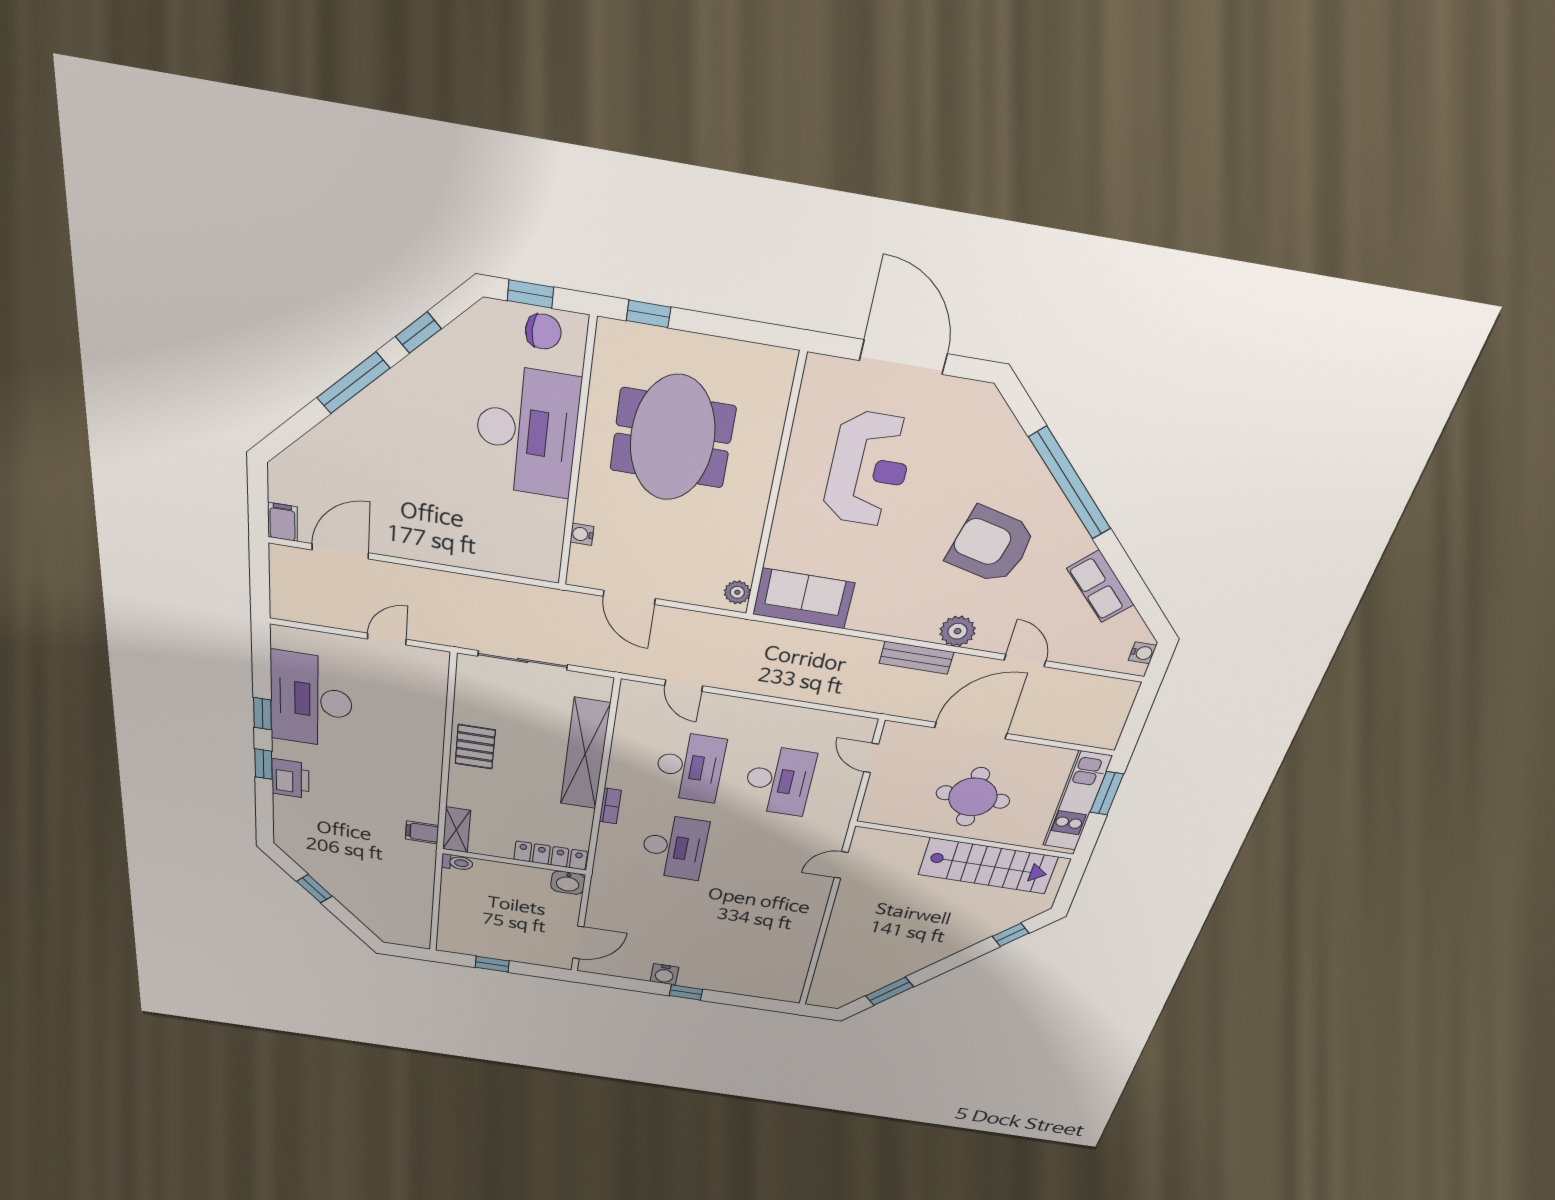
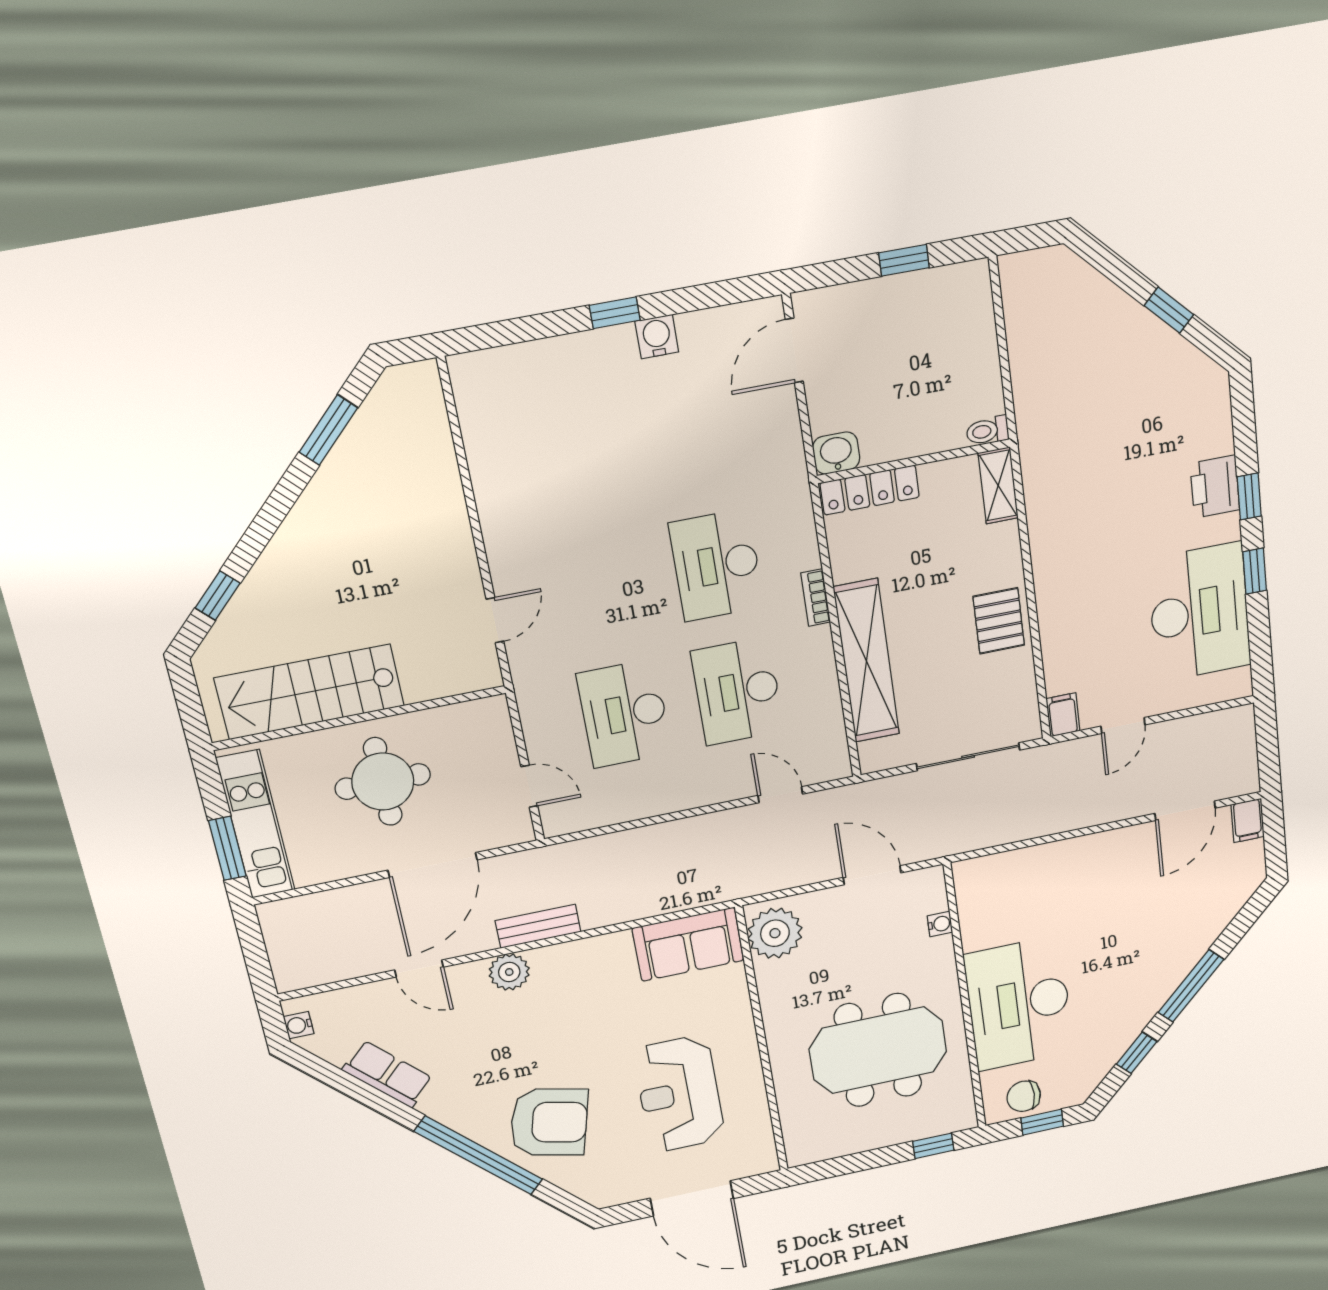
meeting table: (672, 438) -> (878, 1050), turned 90
armchair: (991, 545) -> (549, 1122), moved
plant: (737, 592) -> (775, 933), width x1.88, depth x1.88
filing cabinet: (422, 832) -> (1063, 715), moved, turned -90

